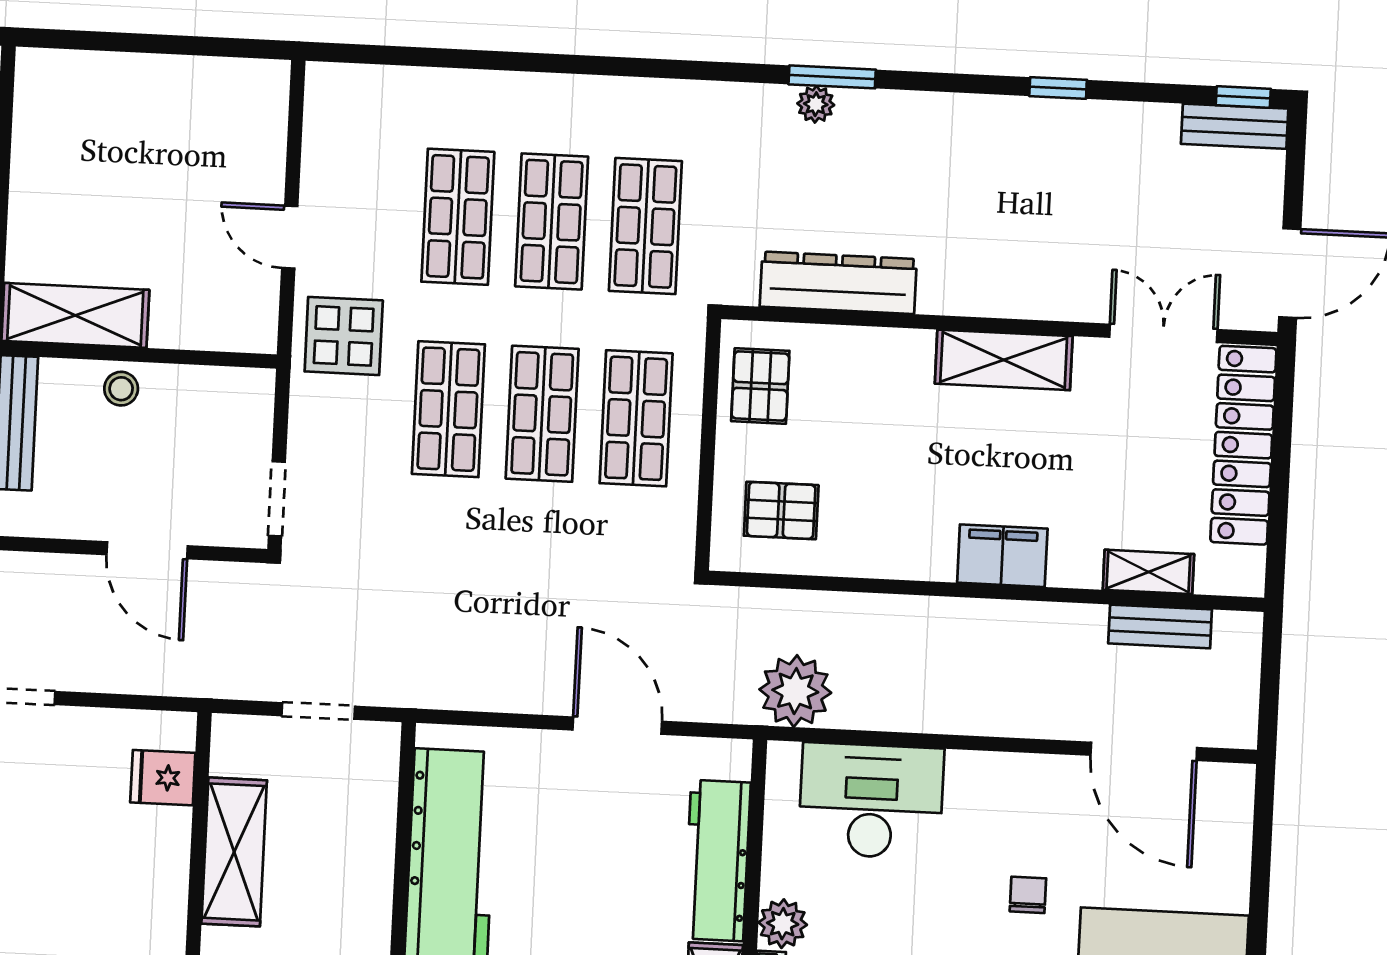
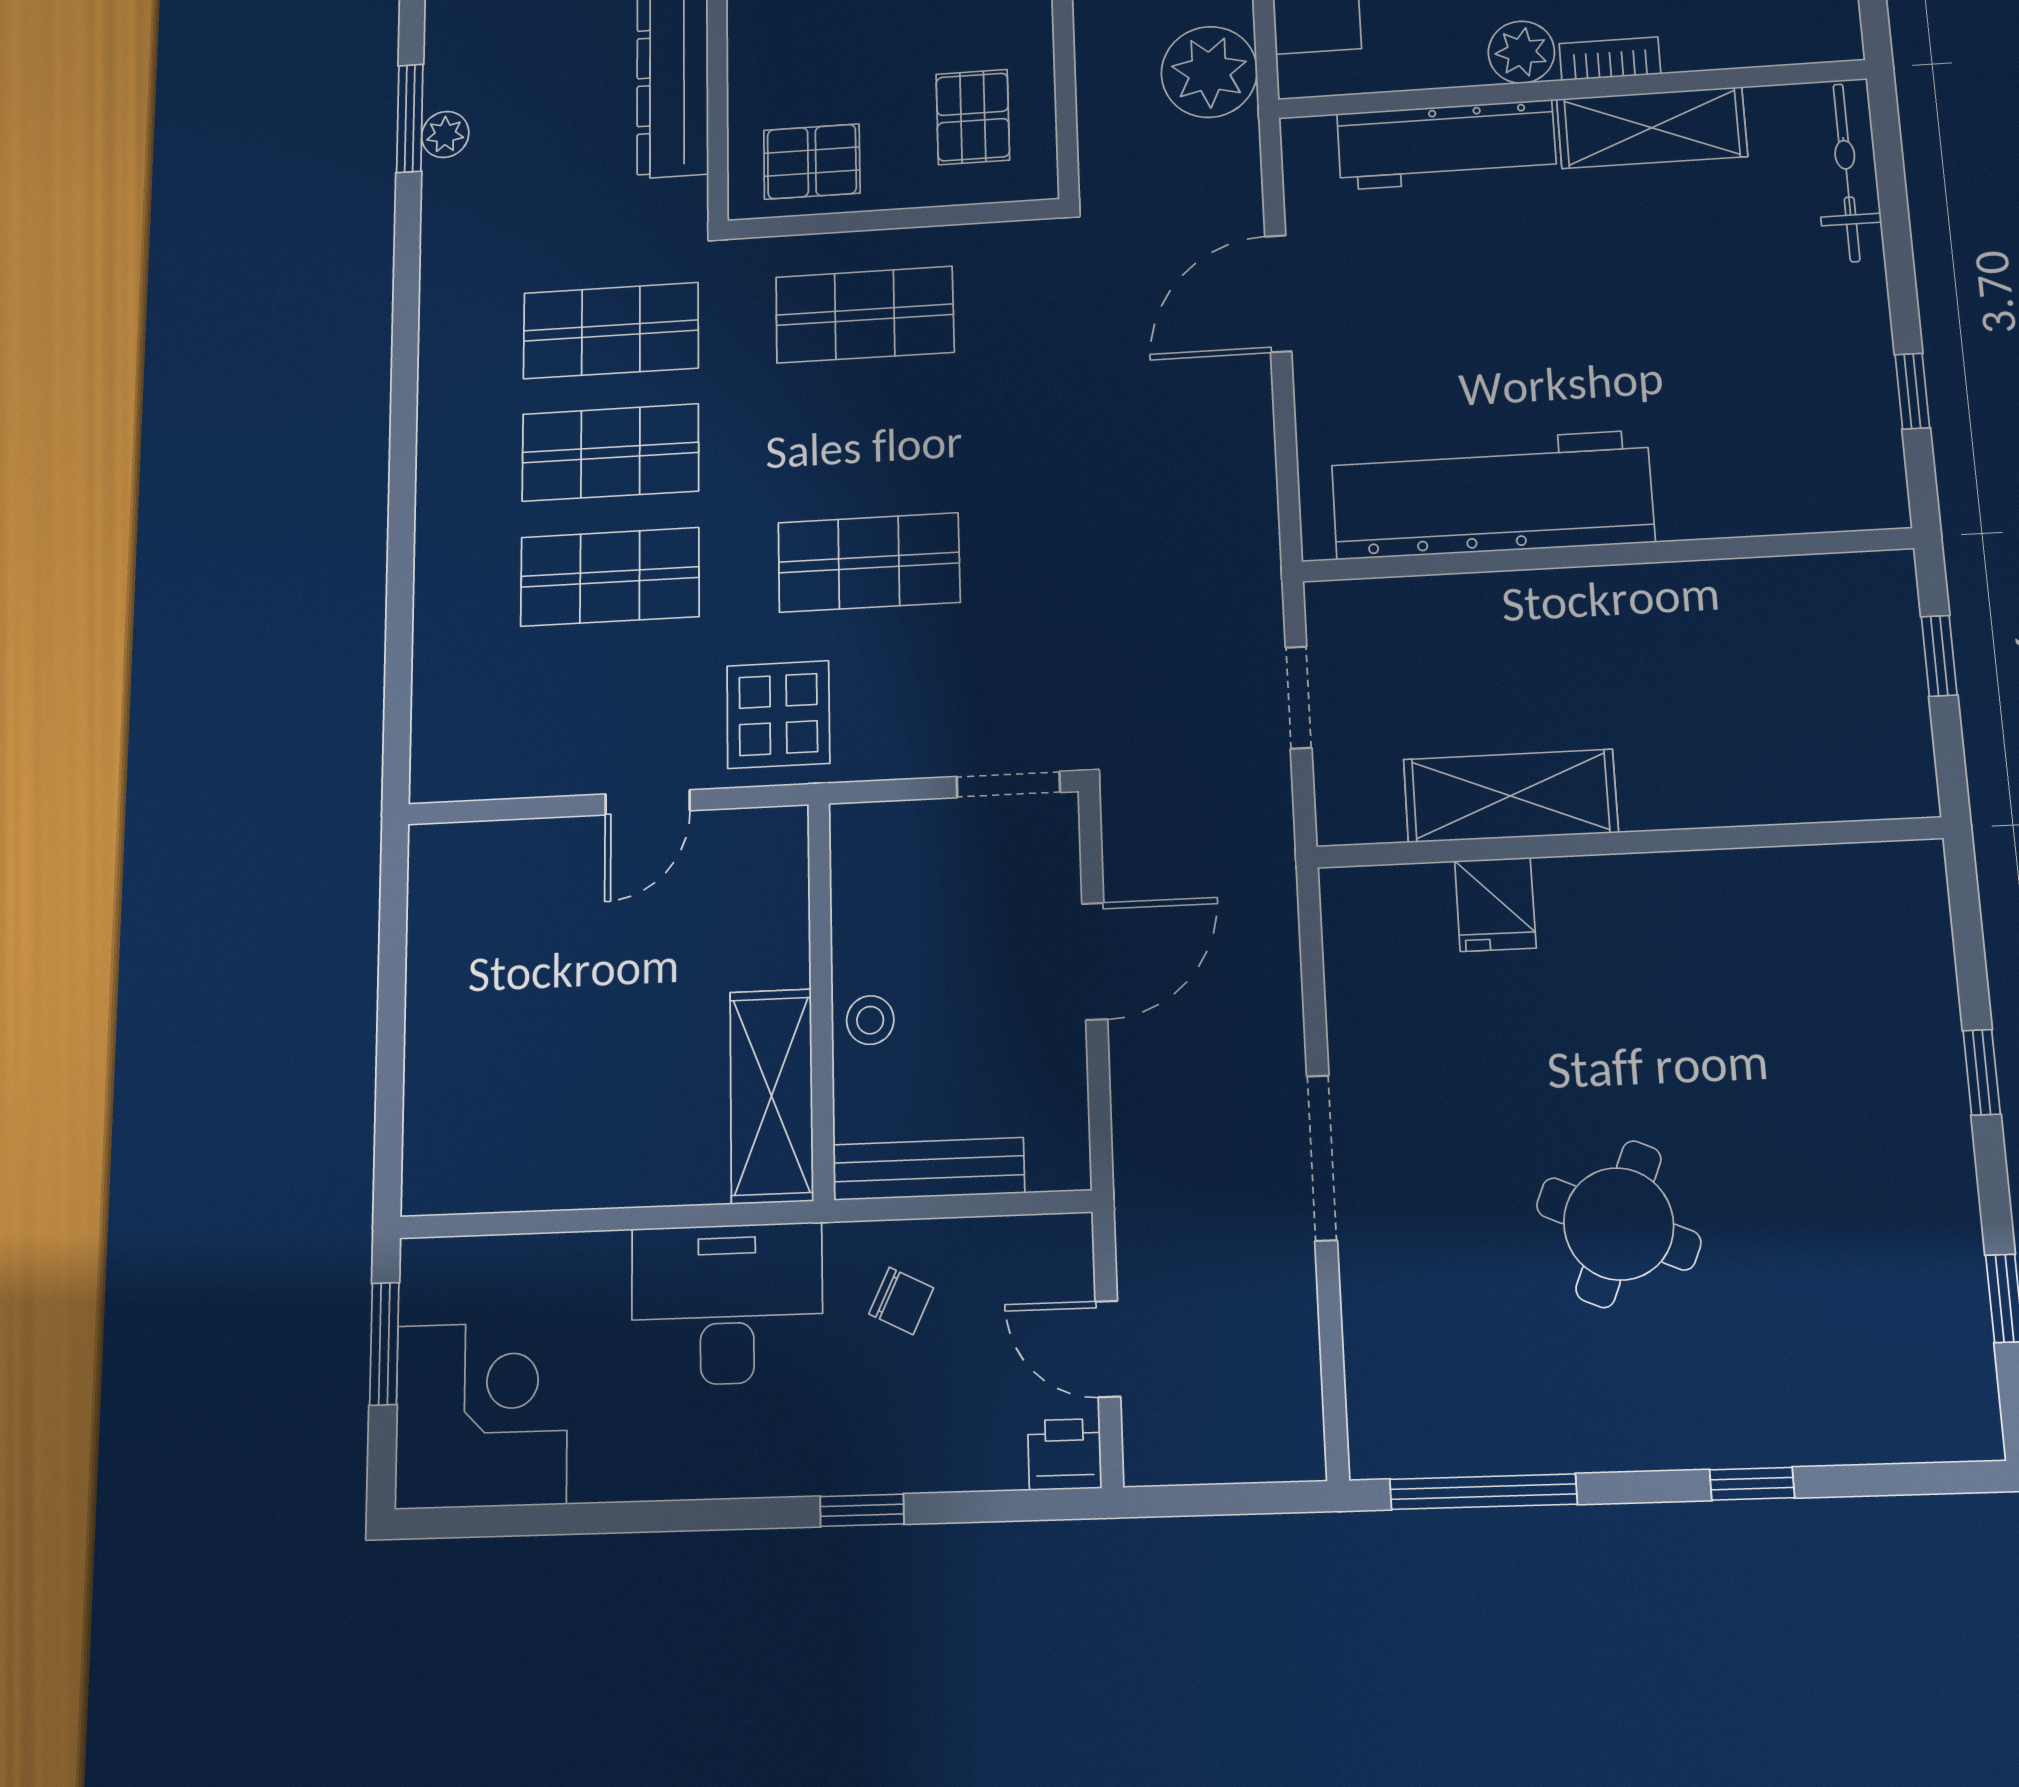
shop shelf: (542, 414) -> (867, 437), removed
fridge: (163, 778) -> (1495, 904), moved

